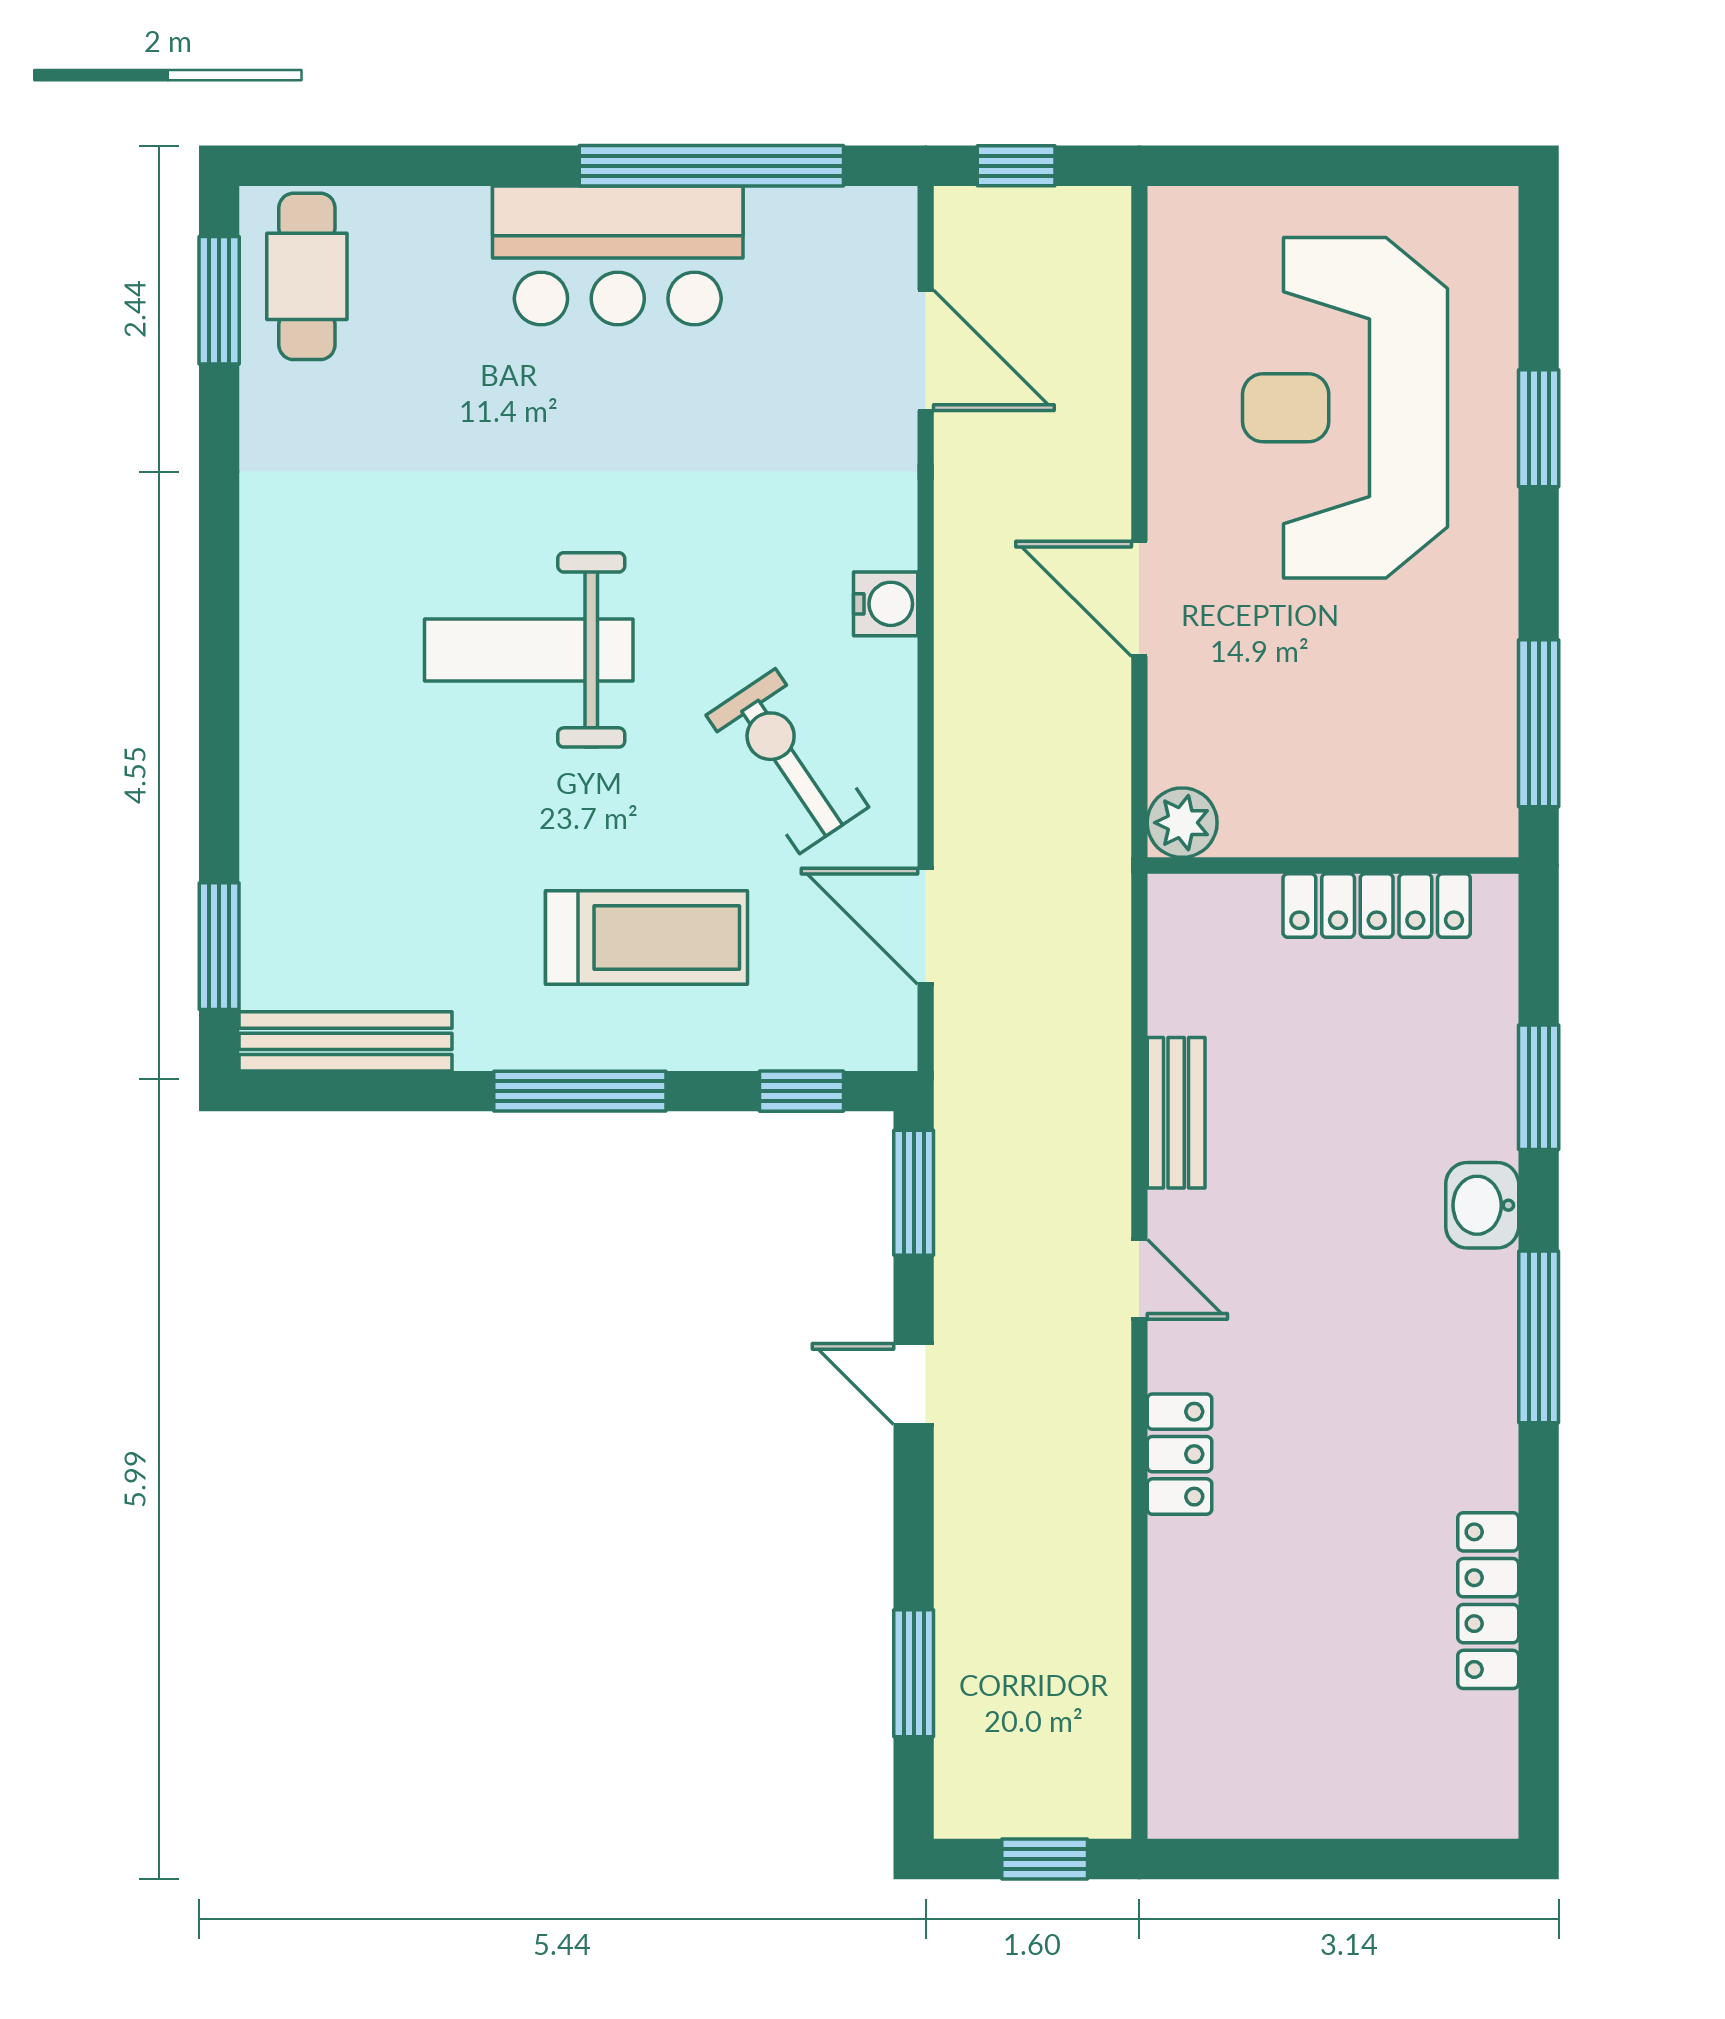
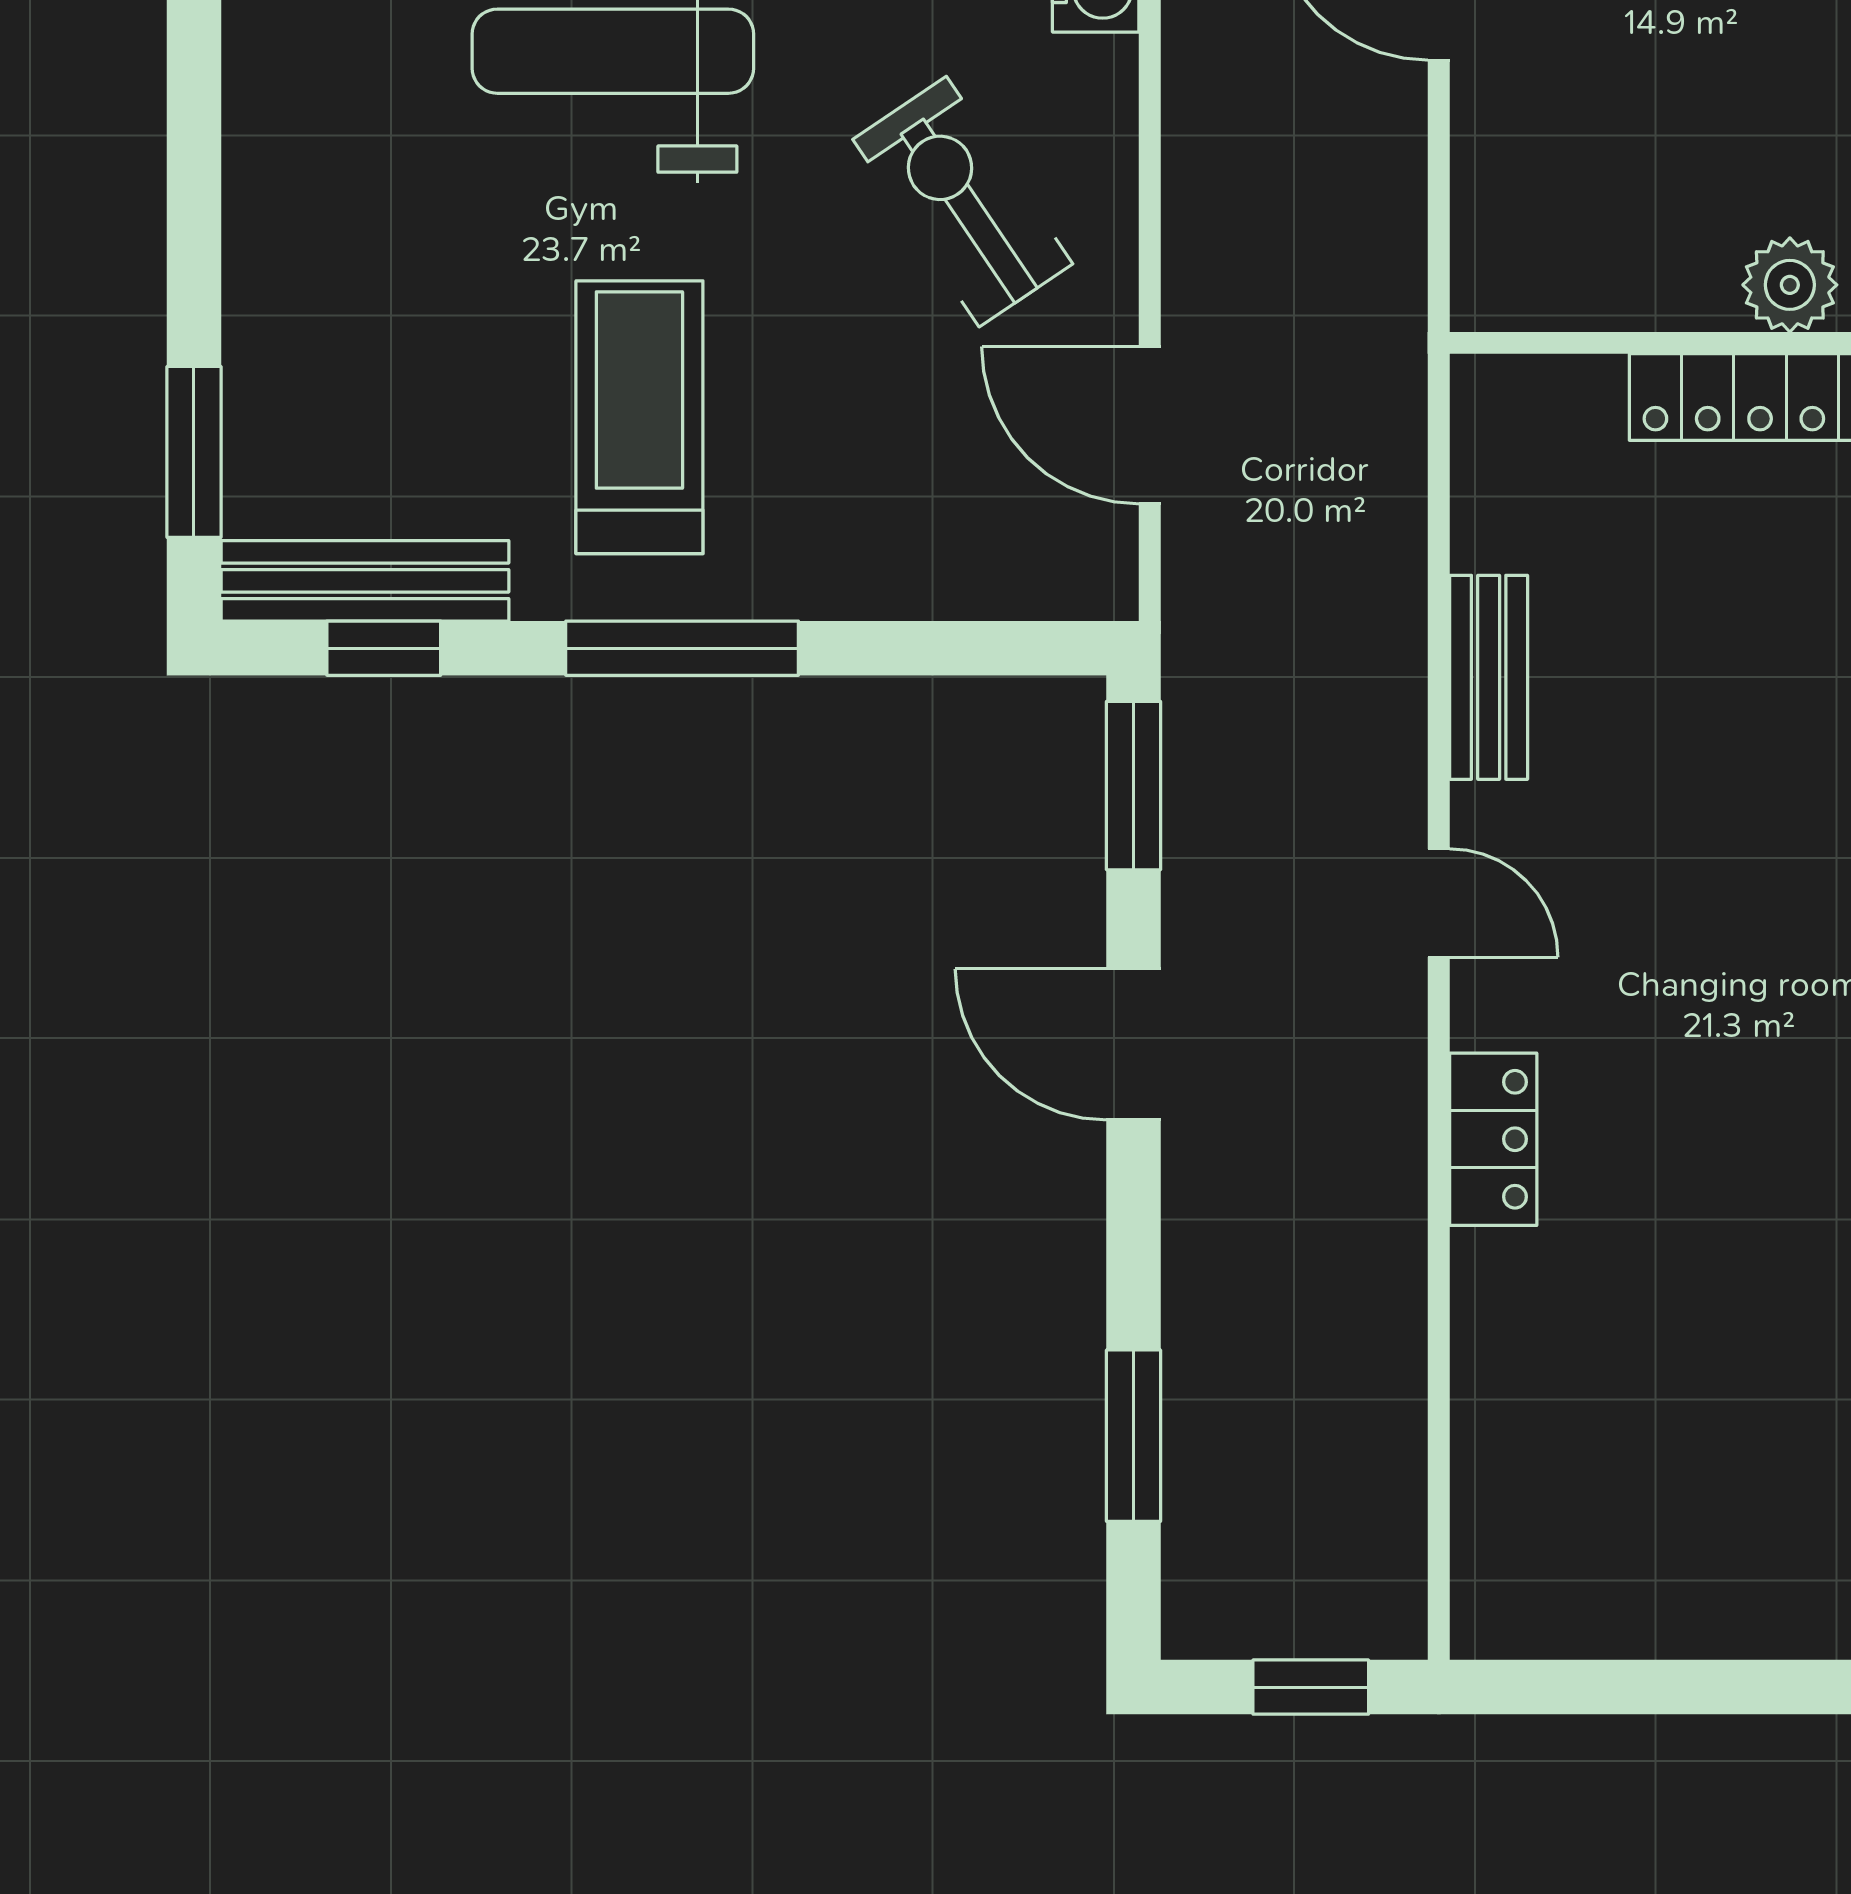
plant: (1182, 823) -> (1790, 285), moved
treadmill: (647, 938) -> (639, 417), moved, turned -90
window: (802, 1091) -> (384, 648), moved
door: (914, 1384) -> (1133, 1044), width x1.38

